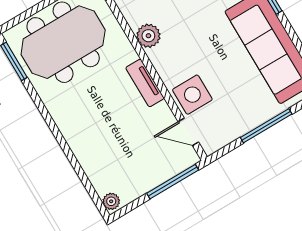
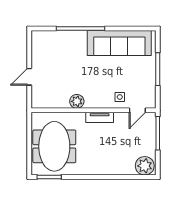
side table: (192, 95) -> (120, 97), width x0.54, depth x0.54
plant: (111, 201) -> (145, 166), width x1.88, depth x1.88

